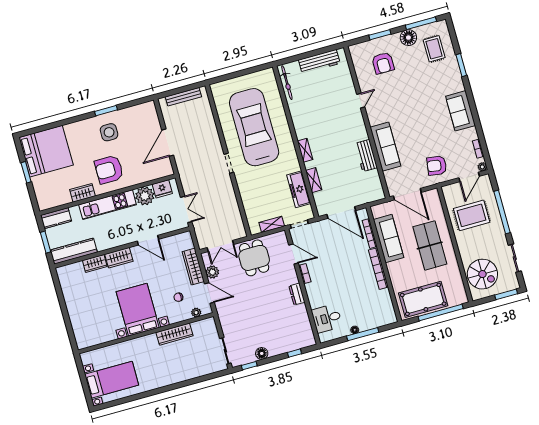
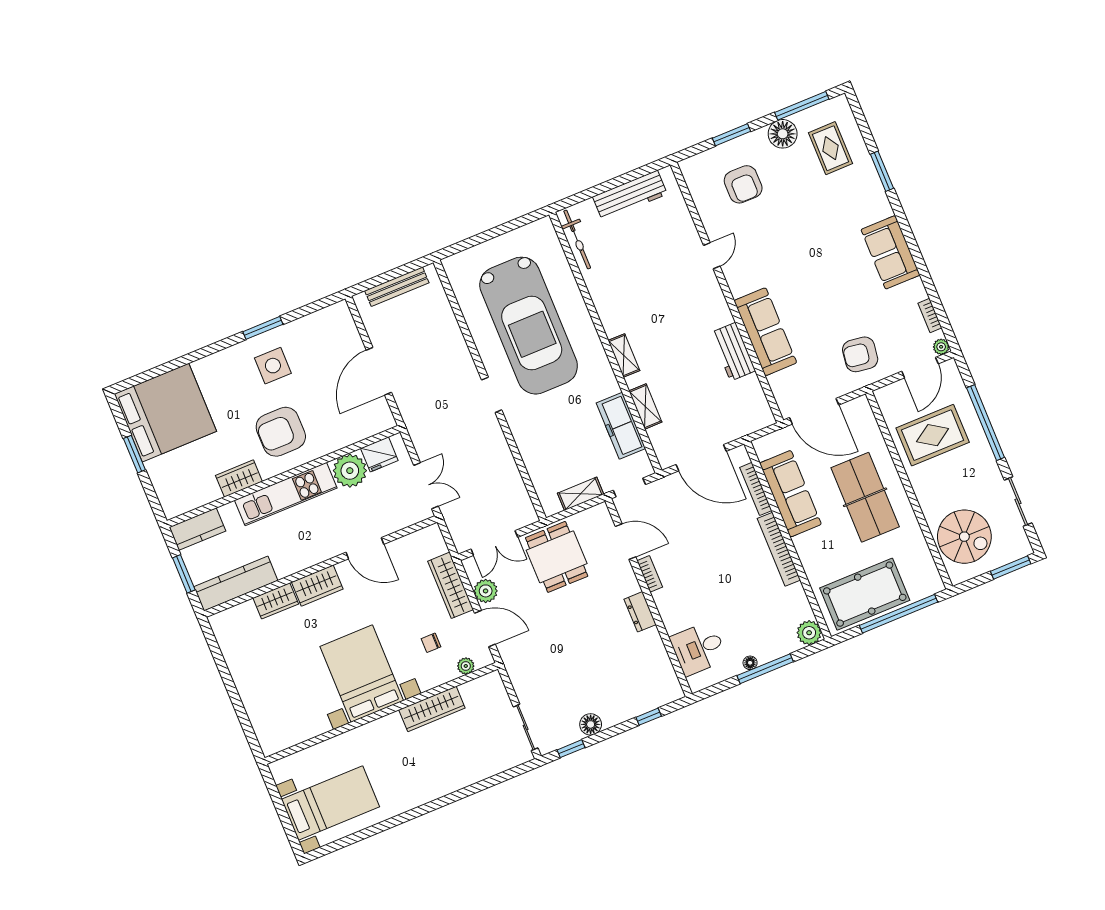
car: (254, 127) -> (529, 326), turned 180
plant: (390, 317) -> (809, 633), added

